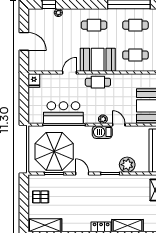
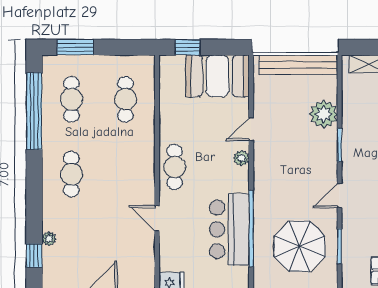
booth: (98, 60) -> (134, 167), removed
barbecue: (102, 132) -> (265, 159), removed
parasol: (54, 151) -> (300, 246), width x0.73, depth x0.73

